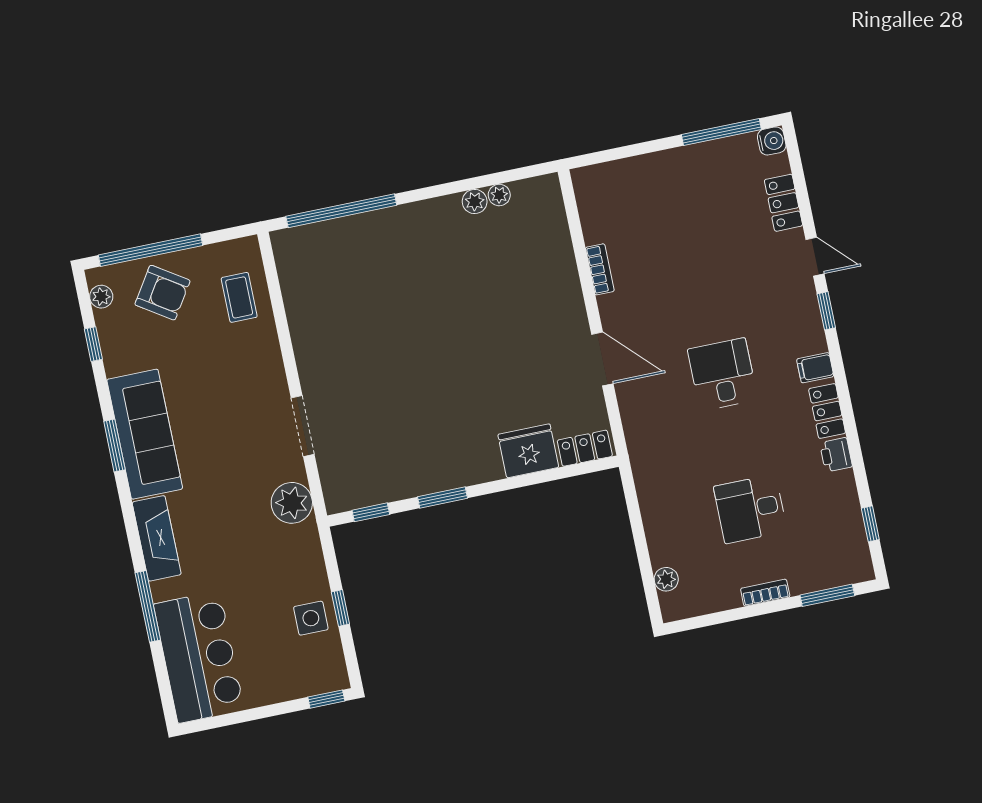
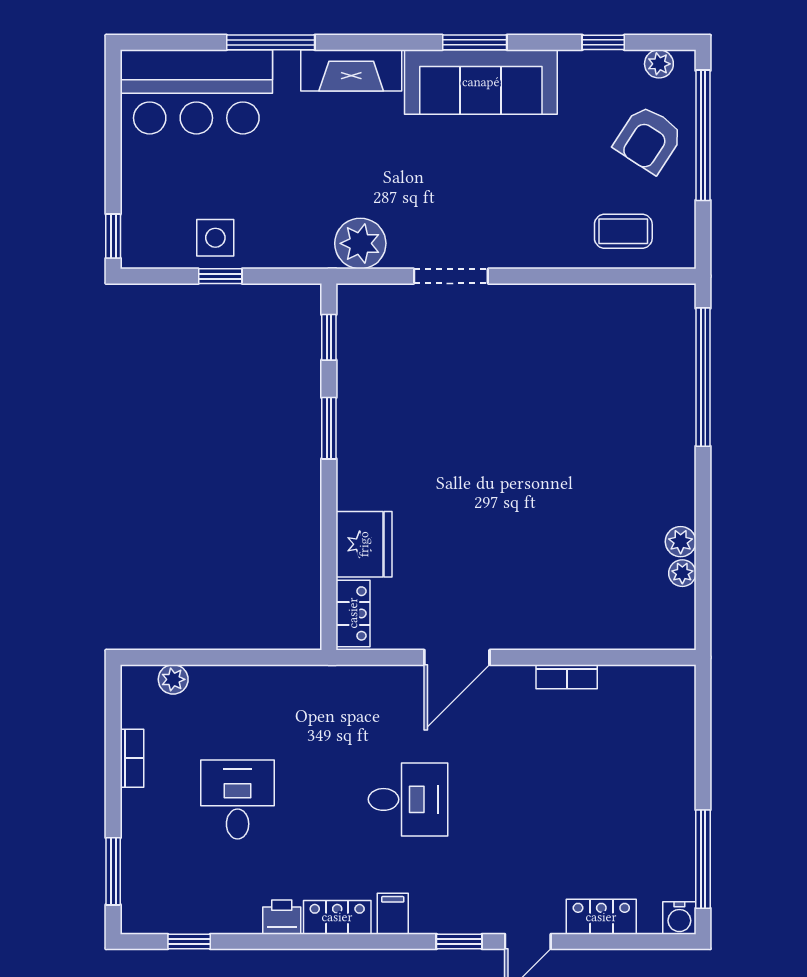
bookcase: (765, 593) -> (132, 758), moved

